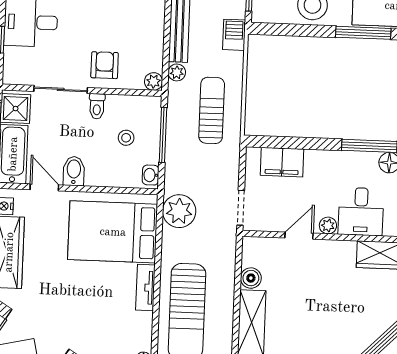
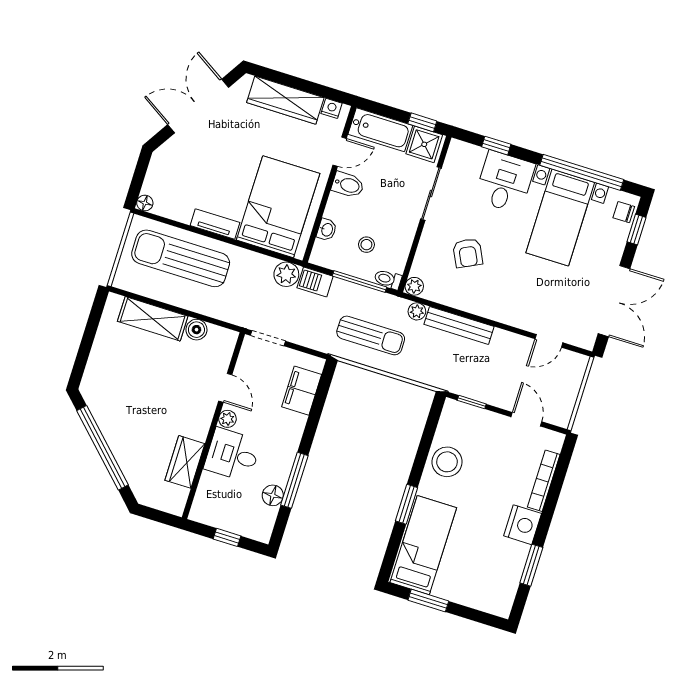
window: (363, 33) -> (407, 504), width x0.69
barbecue: (234, 35) -> (315, 282), moved, turned 180
armchair: (105, 65) -> (468, 253), moved, turned 64
toilet: (97, 106) -> (388, 279), moved
washbasin: (151, 175) -> (327, 230), moved, turned 90
plant: (179, 211) -> (286, 274), width x0.73, depth x0.73

